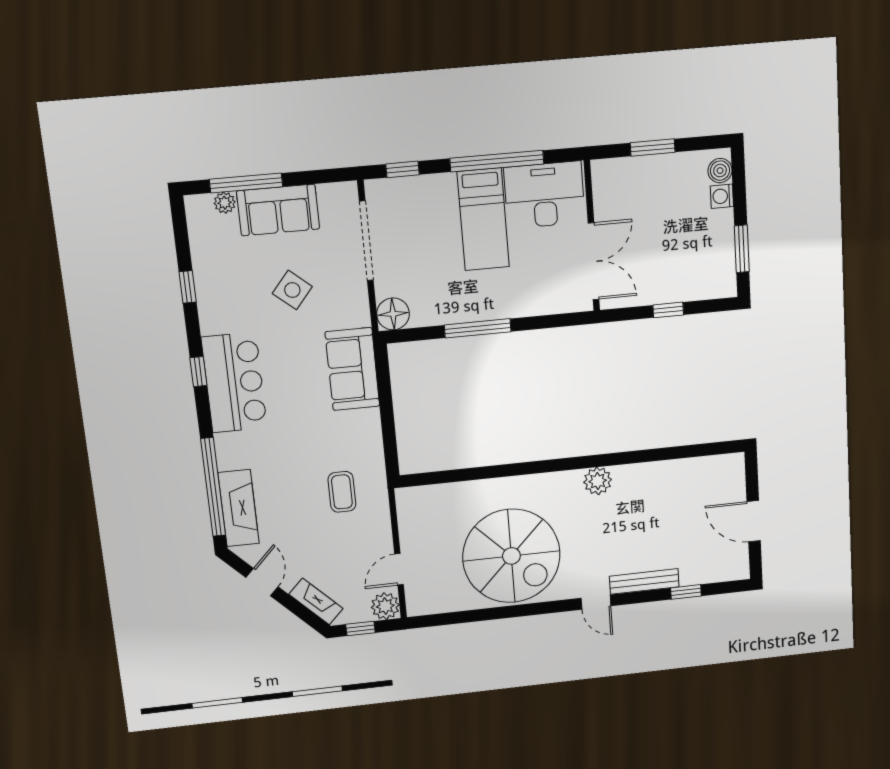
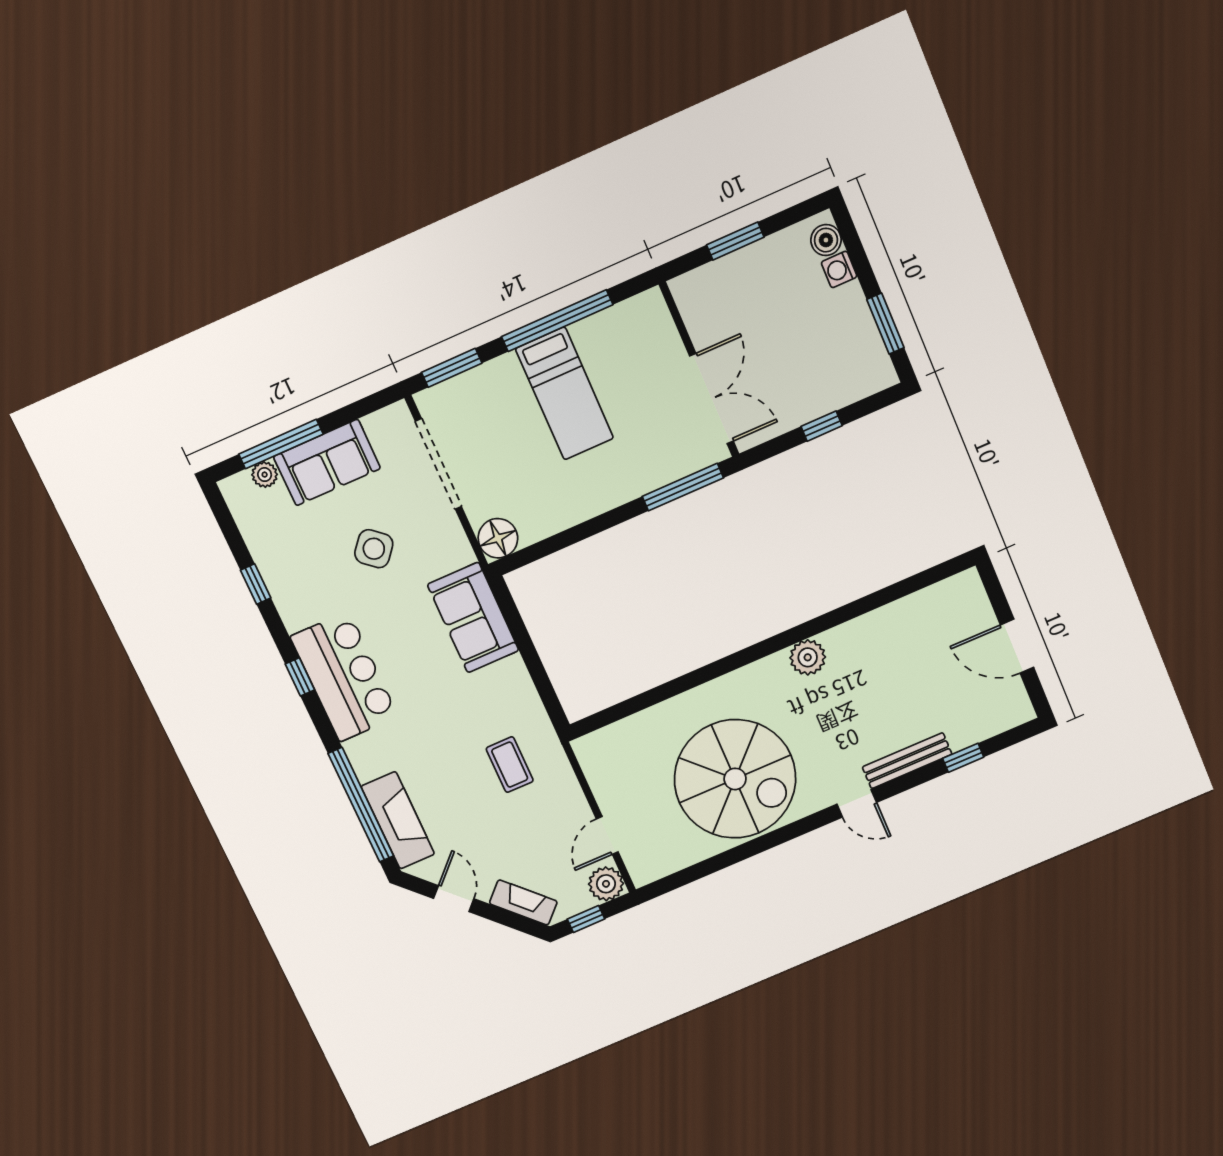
window: (402, 169) -> (452, 368), width x1.50
desk: (544, 195) -> (626, 341), removed
window: (478, 328) -> (683, 487), moved

